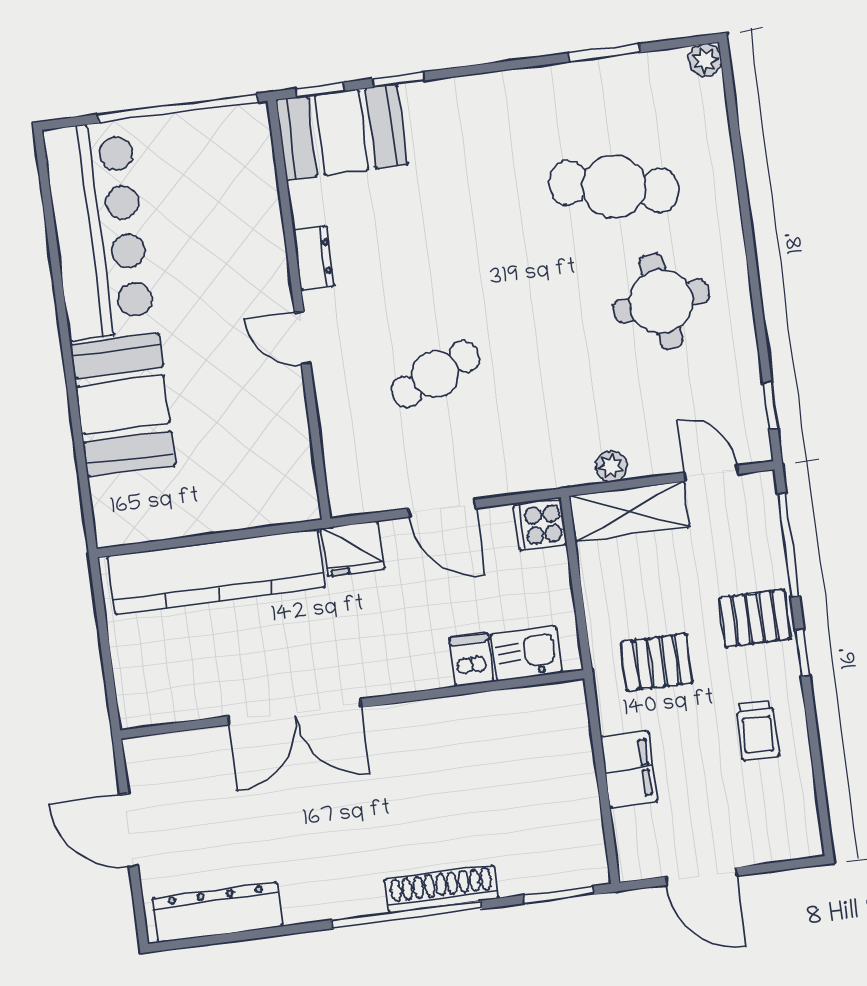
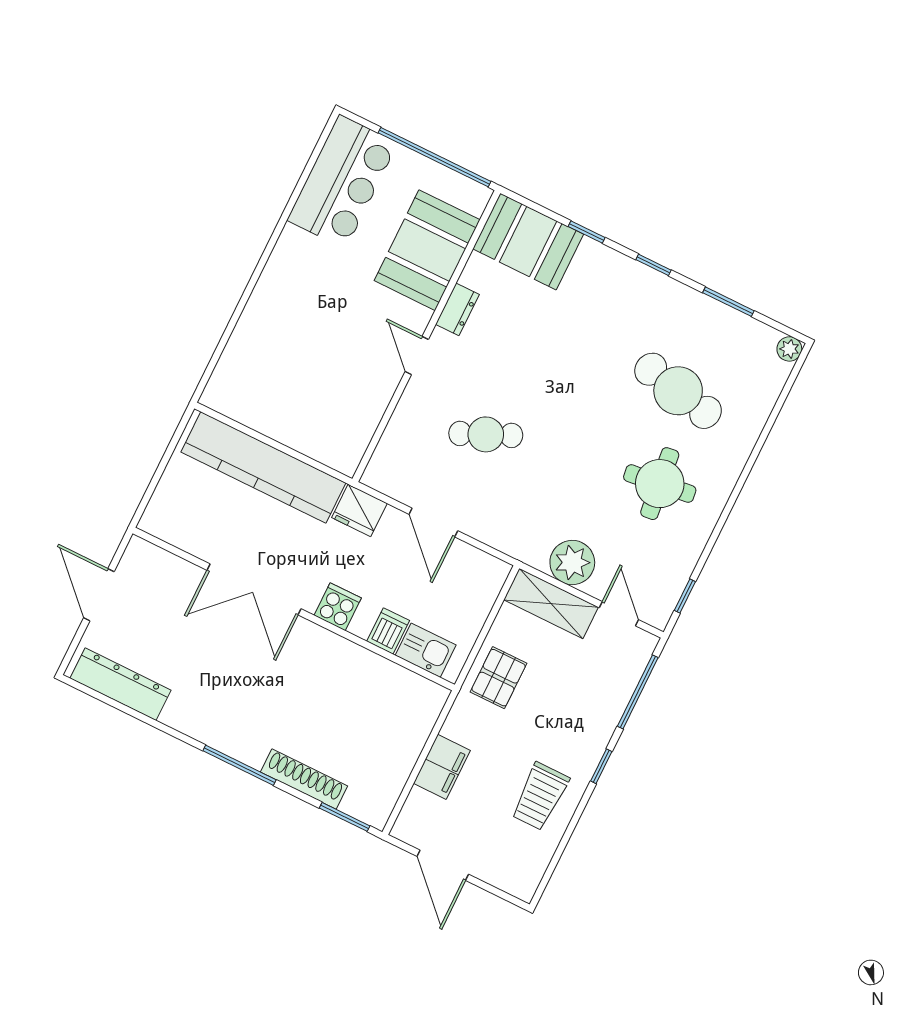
window: (320, 90) -> (653, 265), moved
bar counter: (99, 230) -> (342, 182), width x0.73
booth: (123, 405) -> (427, 250), moved
plant: (611, 466) -> (572, 563), width x1.88, depth x1.88
cooker: (540, 525) -> (338, 607), moved, turned 90
pallet: (755, 618) -> (585, 724), removed
pallet: (657, 662) -> (499, 678), moved, turned 90
trolley: (757, 730) -> (540, 796), width x1.36, depth x1.39
shoe rack: (441, 889) -> (304, 779), moved
window: (406, 915) -> (239, 765), width x0.68

